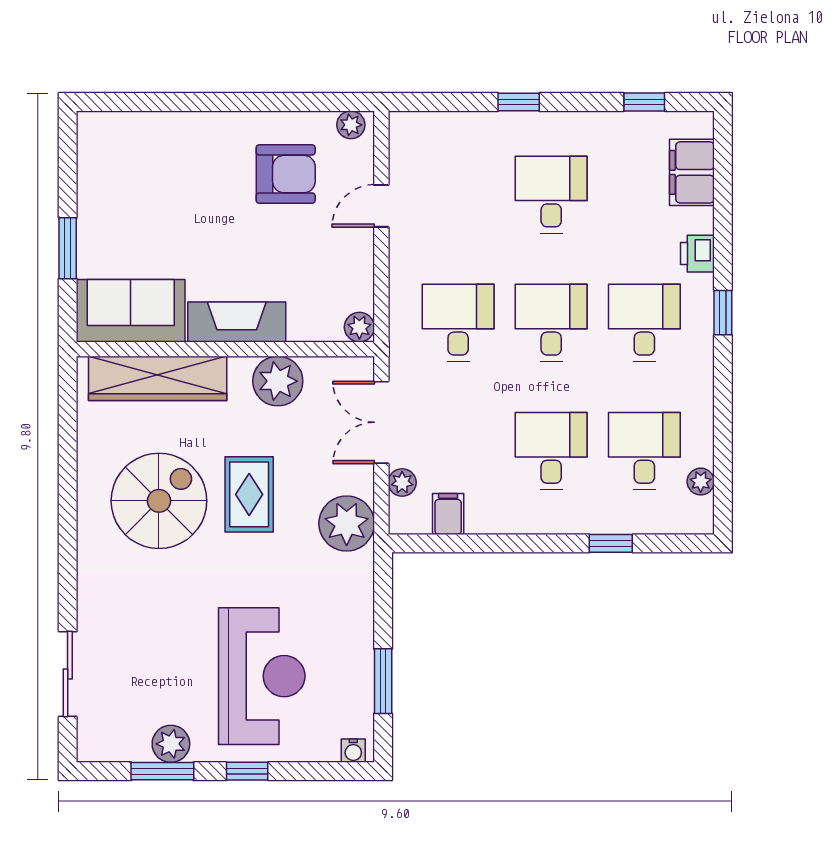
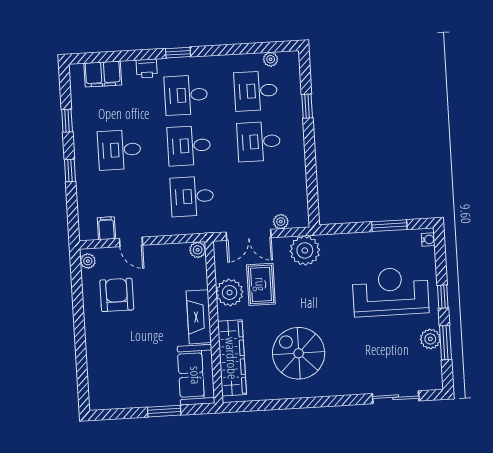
window: (644, 102) -> (67, 121), moved
rug: (249, 494) -> (261, 284), moved, turned 90
filing cabinet: (448, 514) -> (106, 228), moved, turned 90

